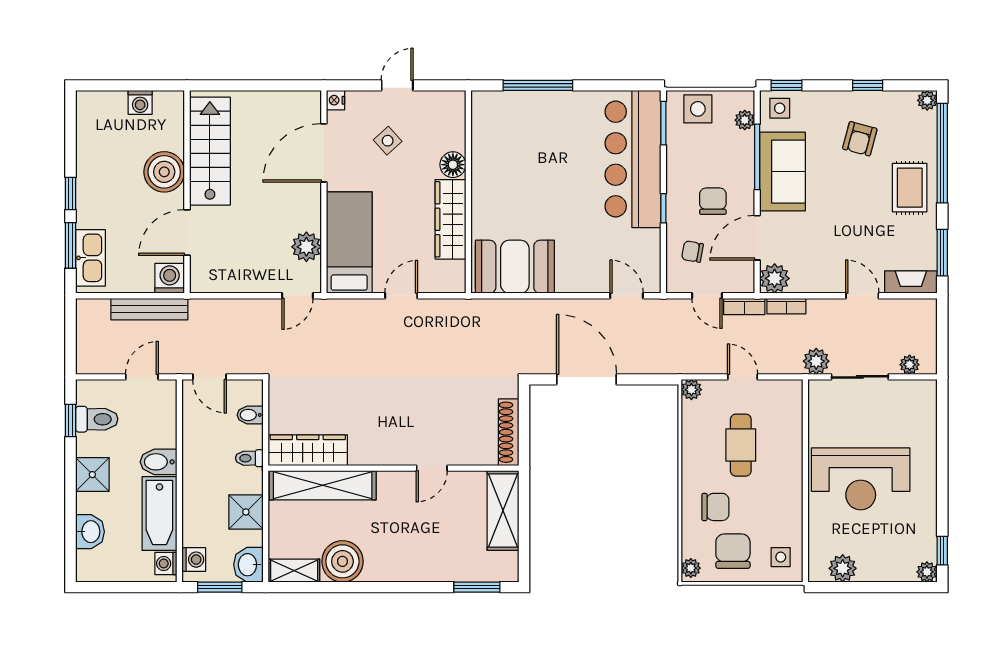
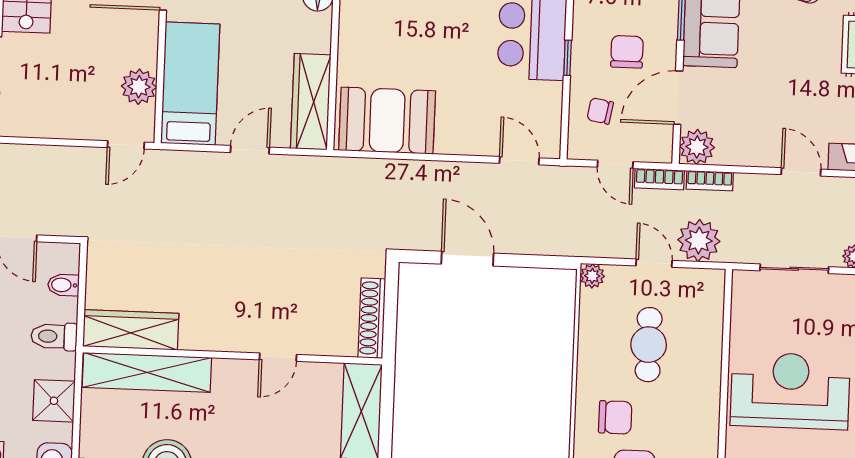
wardrobe: (450, 219) -> (311, 102), moved
plant: (816, 361) -> (699, 241), moved, width x1.36, depth x1.36
door: (586, 379) -> (467, 259), width x0.73
toilet: (249, 458) -> (54, 336), width x1.37, depth x1.39
reception desk: (861, 479) -> (790, 391), turned 180

